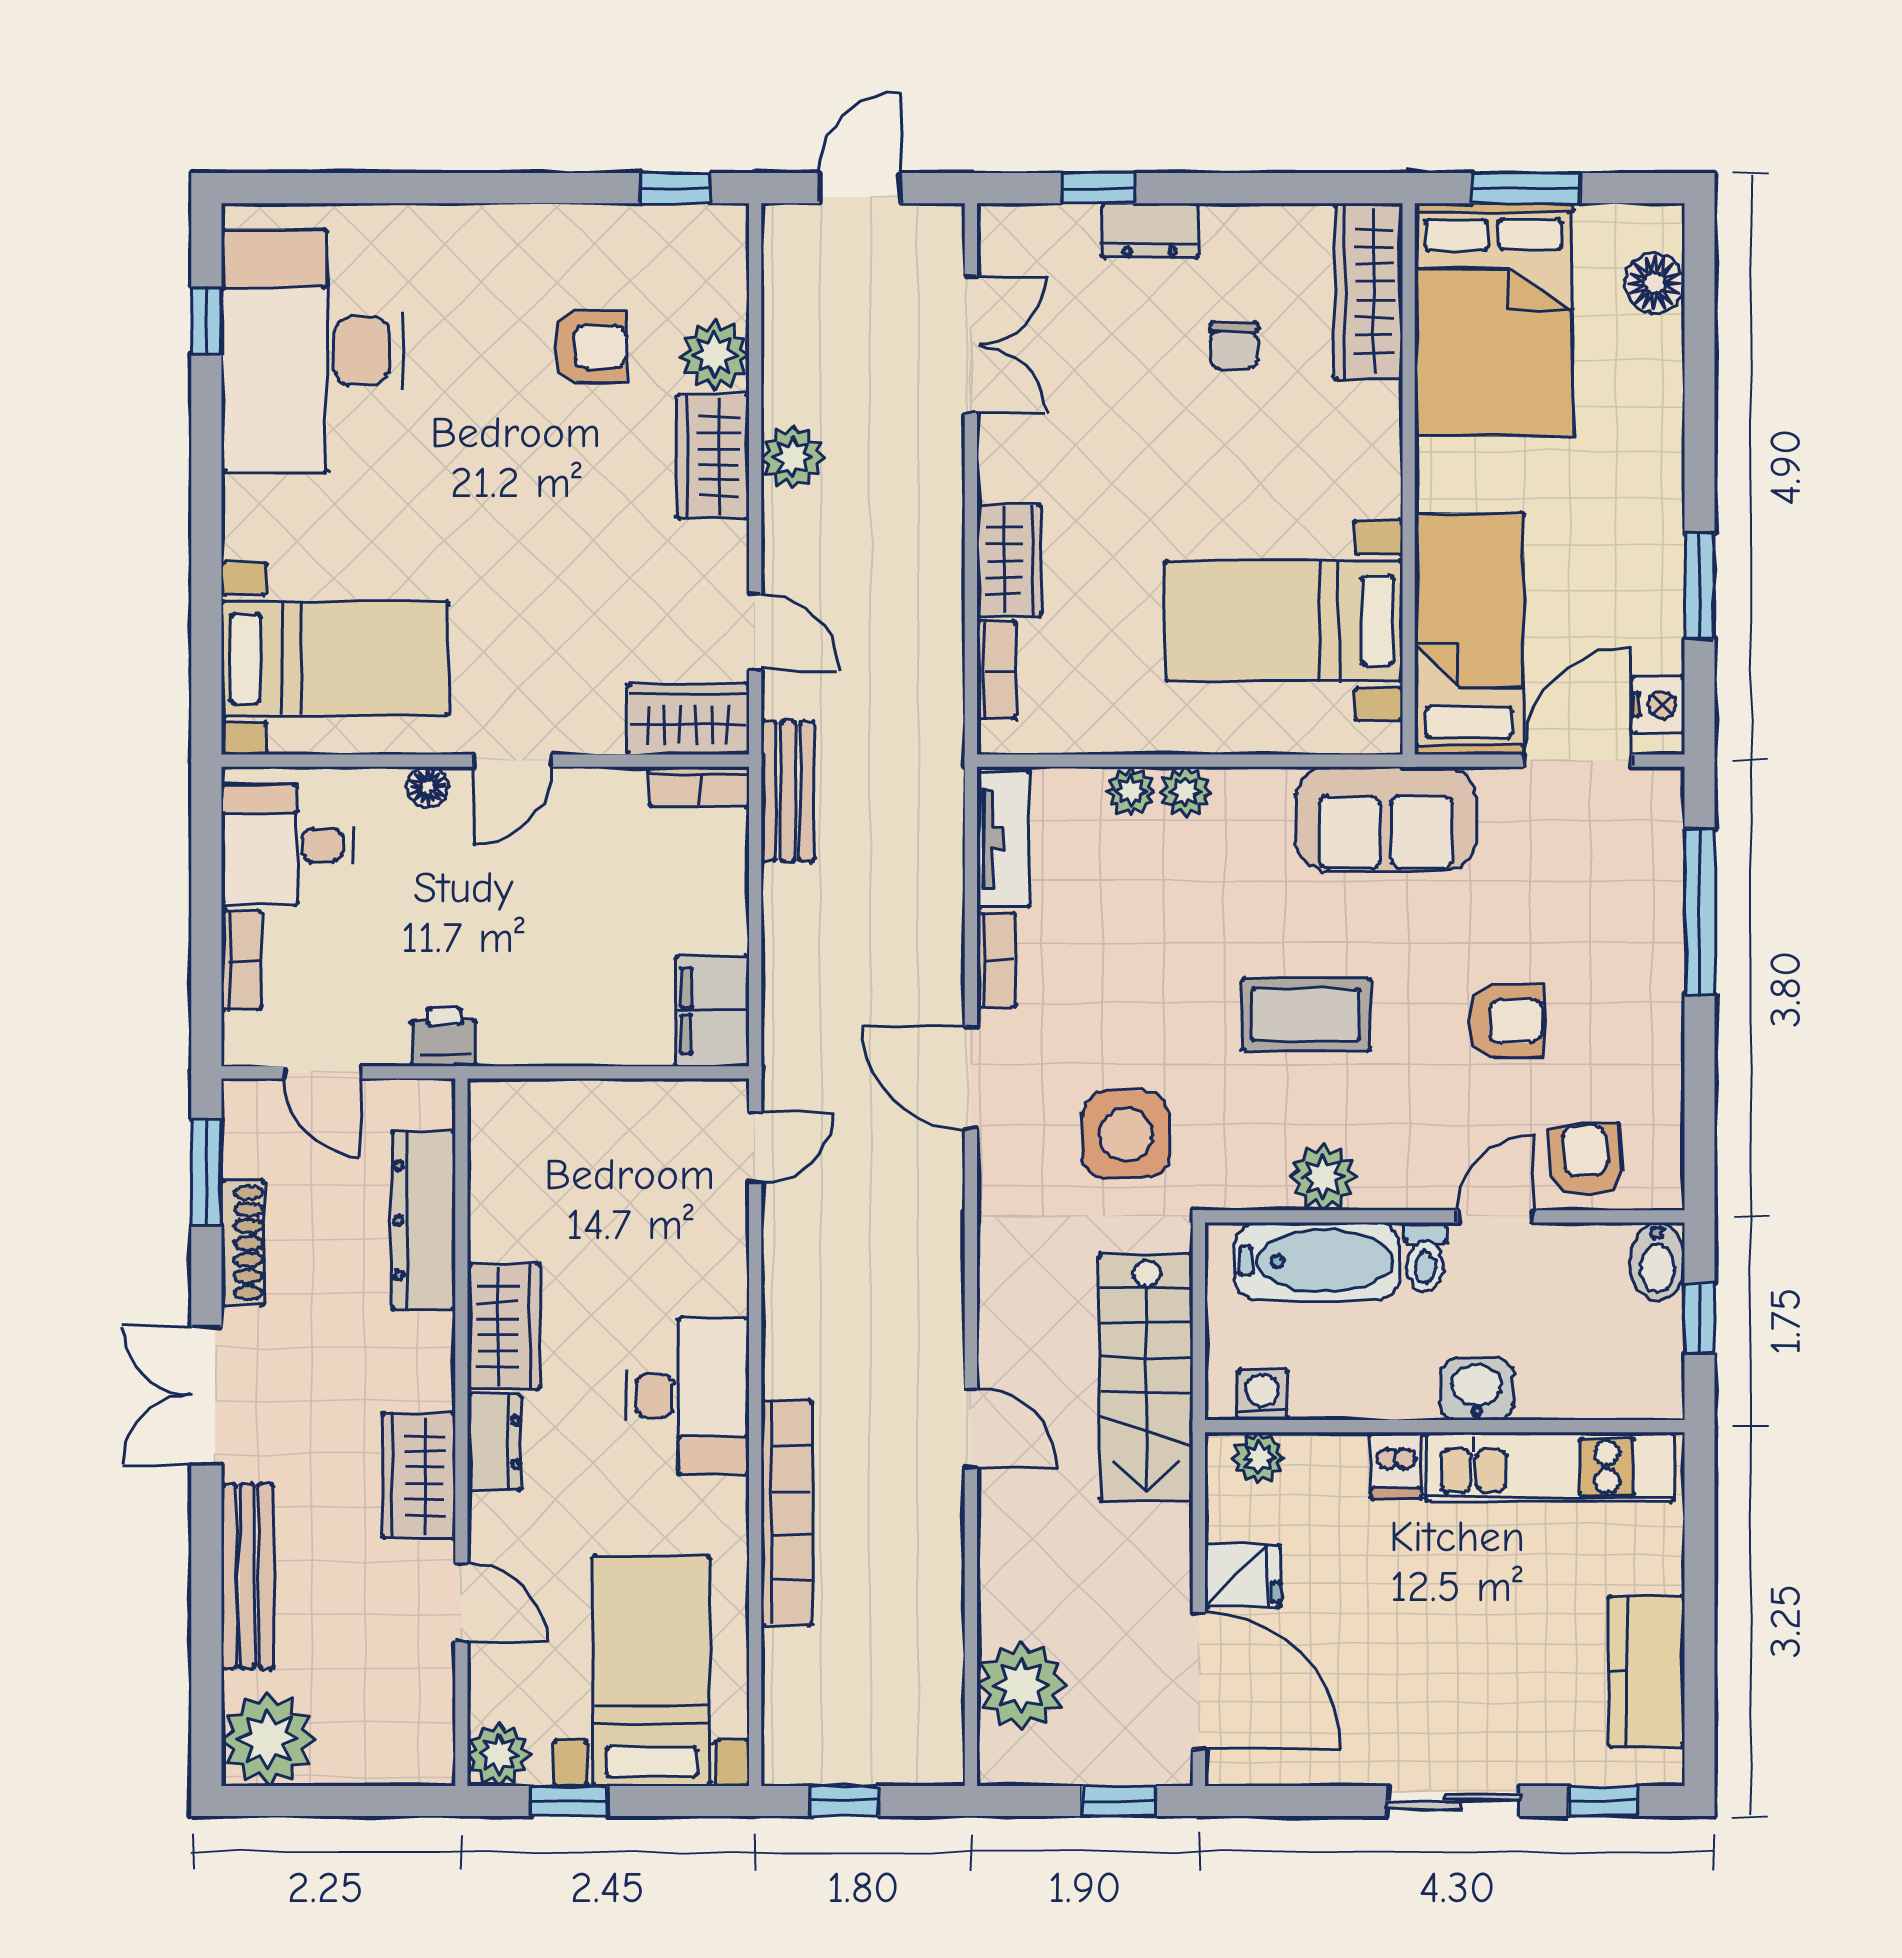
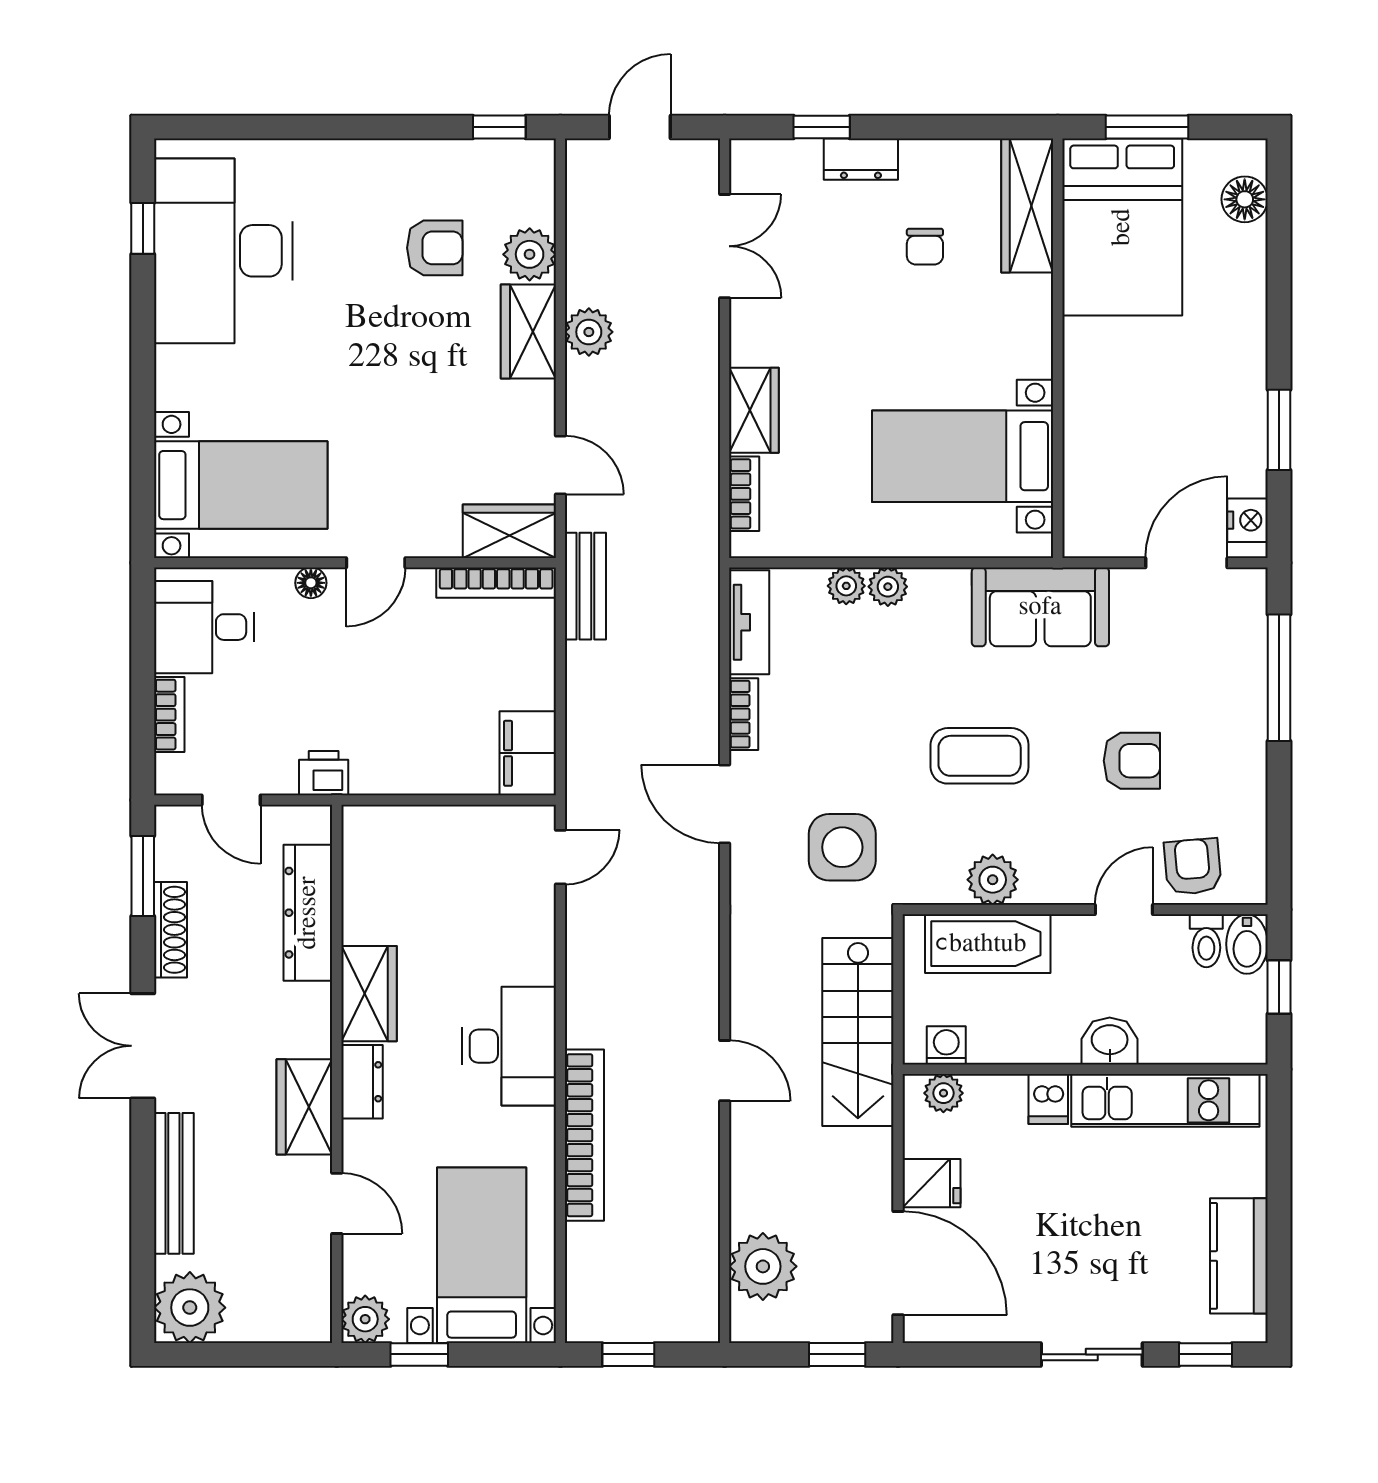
bed: (1469, 634) -> (1104, 466), removed
bookcase: (699, 787) -> (496, 583), width x1.56
toilet: (1425, 1257) -> (1206, 941), moved

